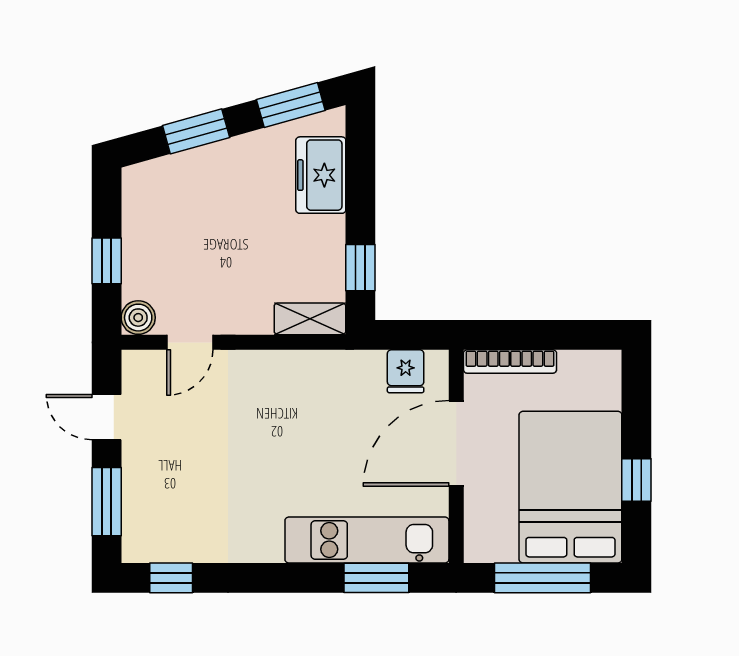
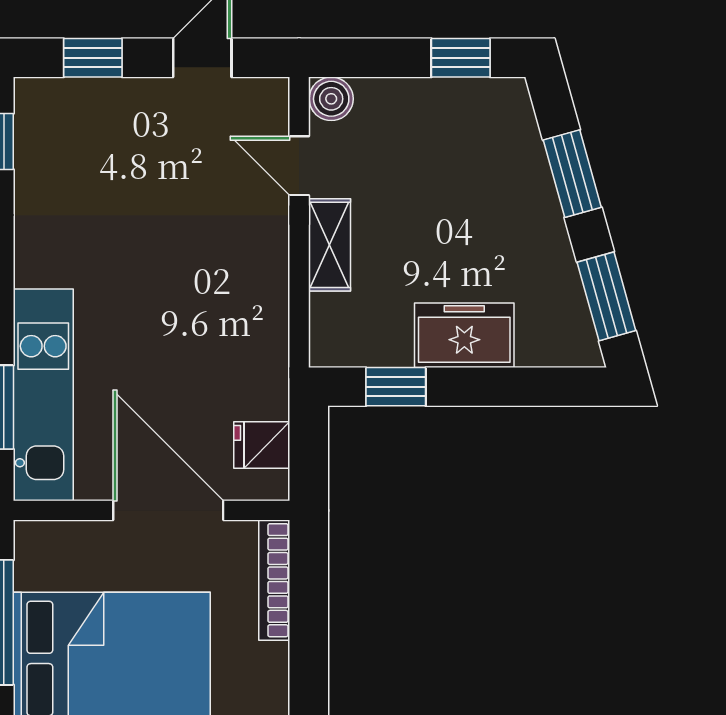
freezer: (321, 175) -> (464, 335), moved
window: (107, 261) -> (461, 58), moved
shelving: (310, 319) -> (330, 245), moved
window: (107, 502) -> (93, 58), width x0.67

